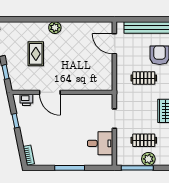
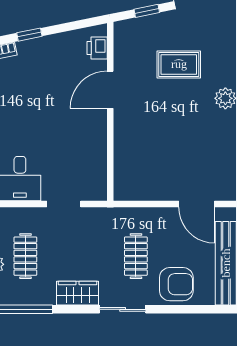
door: (114, 44) -> (197, 204), swing flipped
window: (15, 121) -> (29, 35), moved

